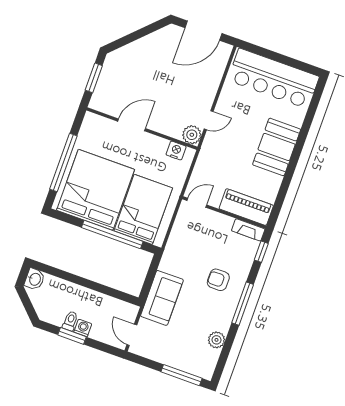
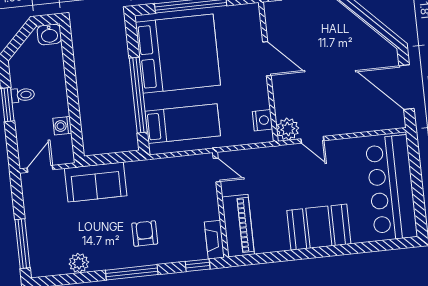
bed: (143, 209) -> (183, 124), width x0.67
washing machine: (83, 328) -> (62, 126), moved, turned 180

